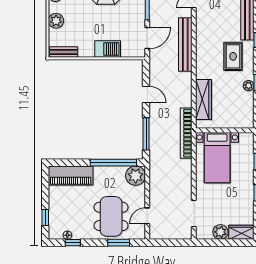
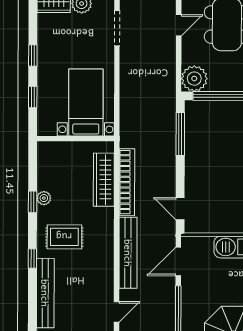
rug: (233, 56) -> (64, 237), turned 90
door: (146, 95) -> (180, 209), moved
bookcase: (186, 133) -> (127, 182), moved

